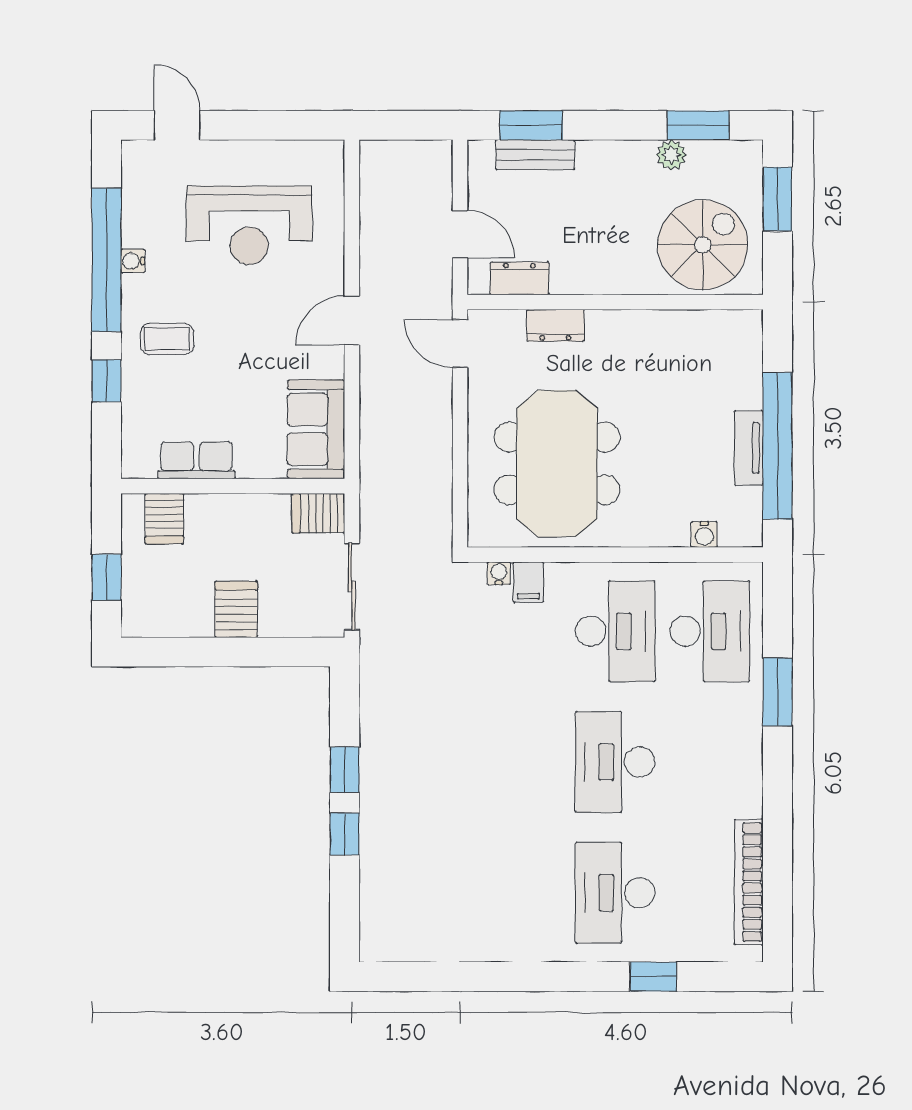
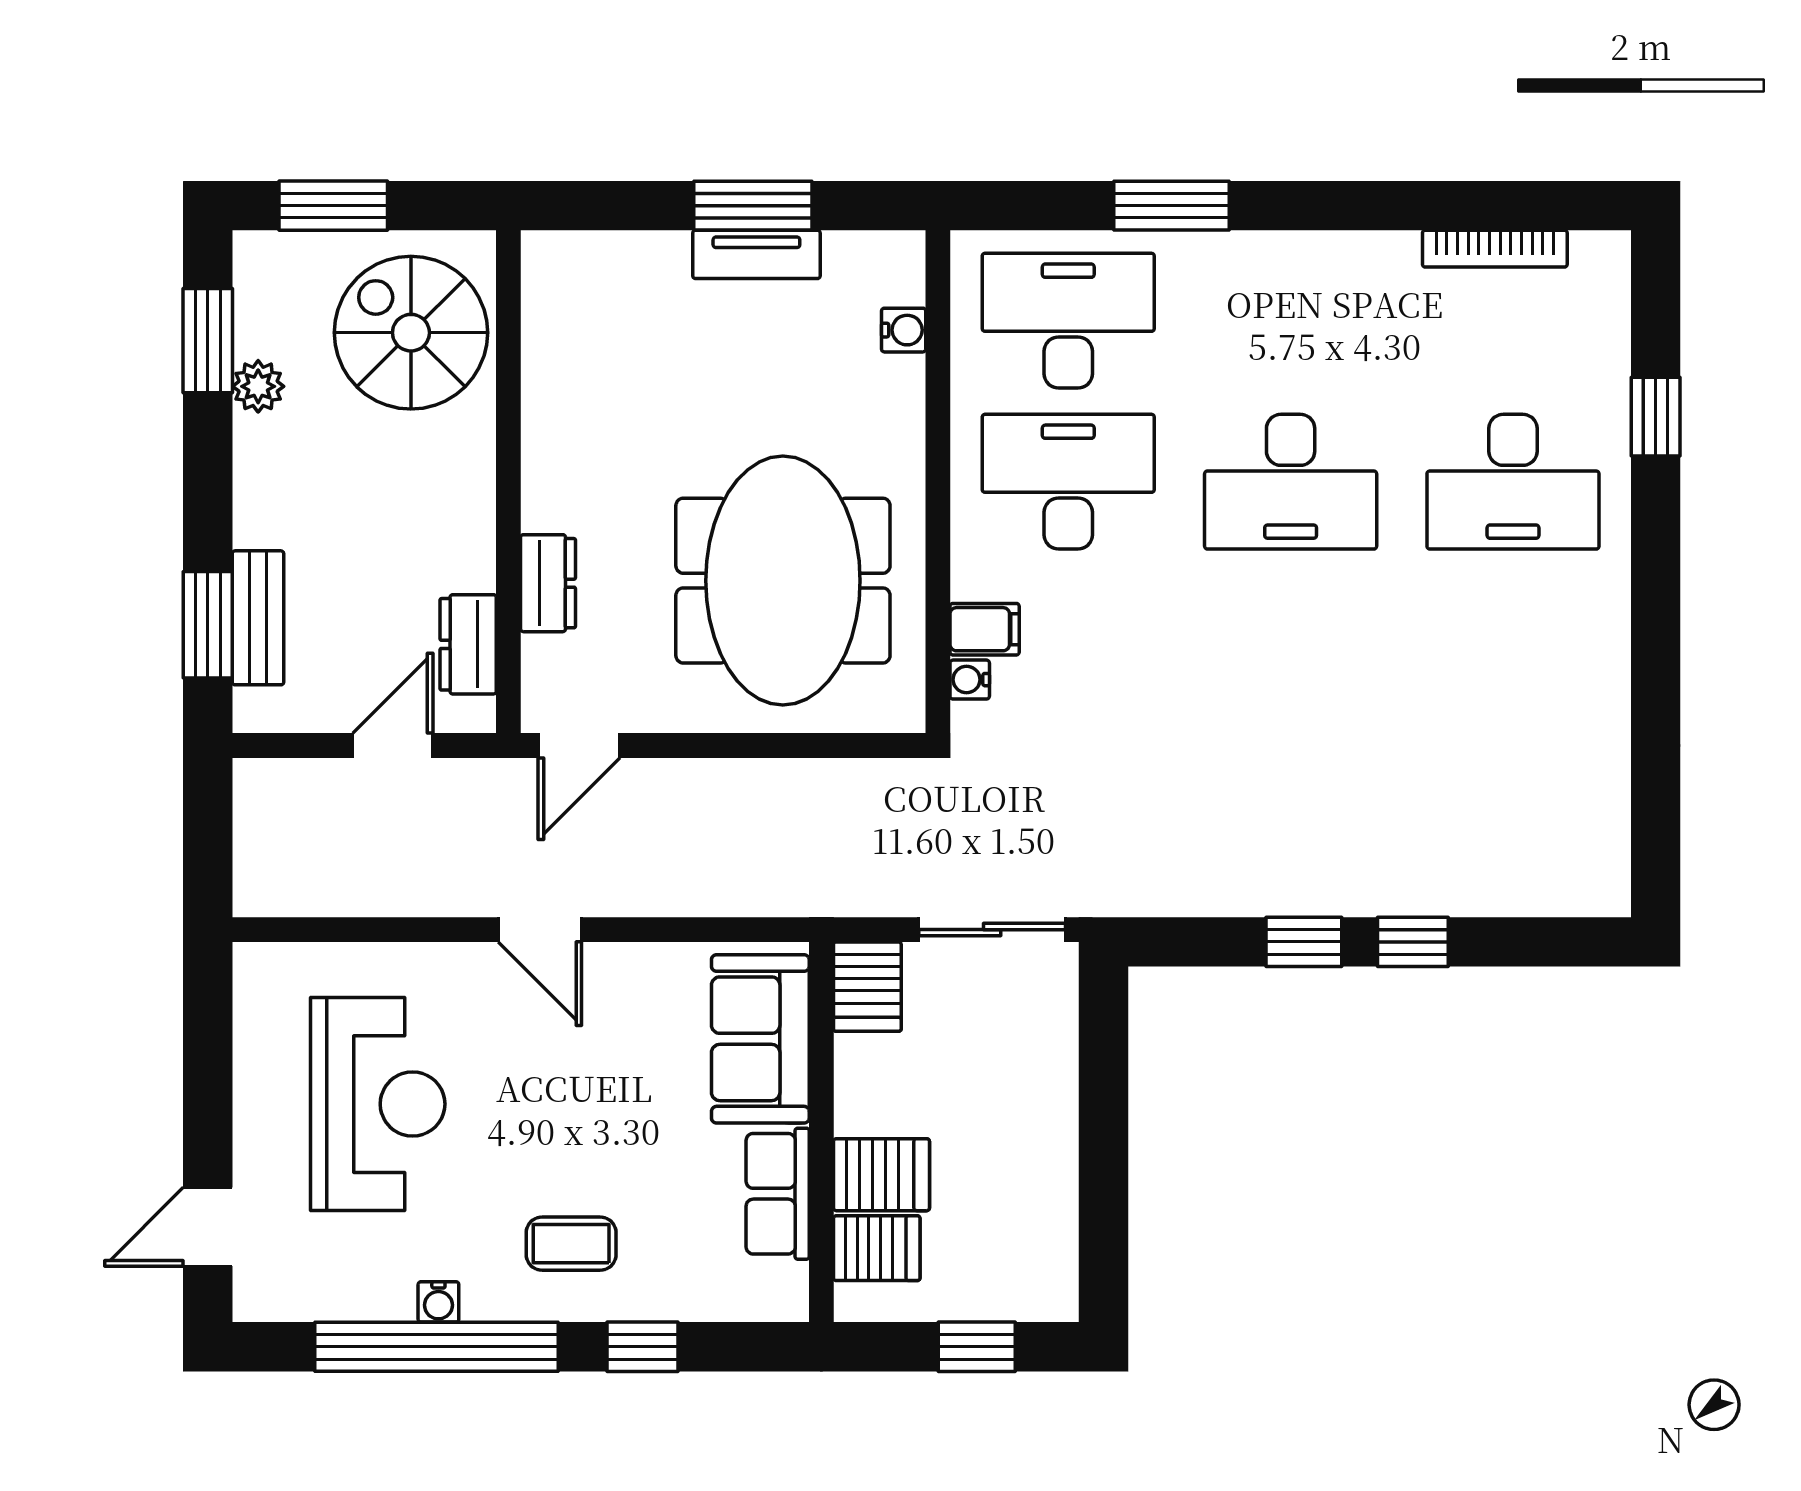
coffee table: (167, 339) -> (571, 1244), turned 90
sofa: (316, 429) -> (760, 1039), moved, turned 90
window: (777, 446) -> (753, 206), width x0.47
meeting table: (557, 463) -> (783, 581), turned 90
server rack: (236, 609) -> (881, 1175), moved, turned 180
bookcase: (749, 882) -> (1495, 249), width x0.68, depth x0.76

